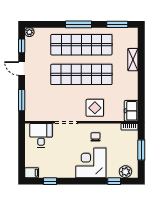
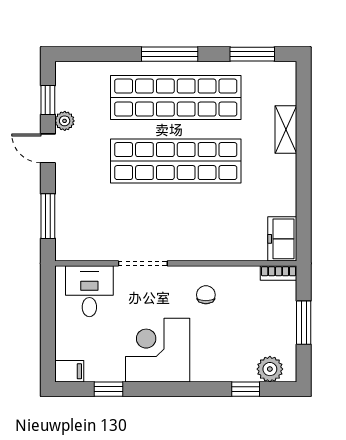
plant: (29, 32) -> (65, 121), moved
display table: (95, 108) -> (204, 232), removed
corner desk: (91, 163) -> (158, 350), moved

